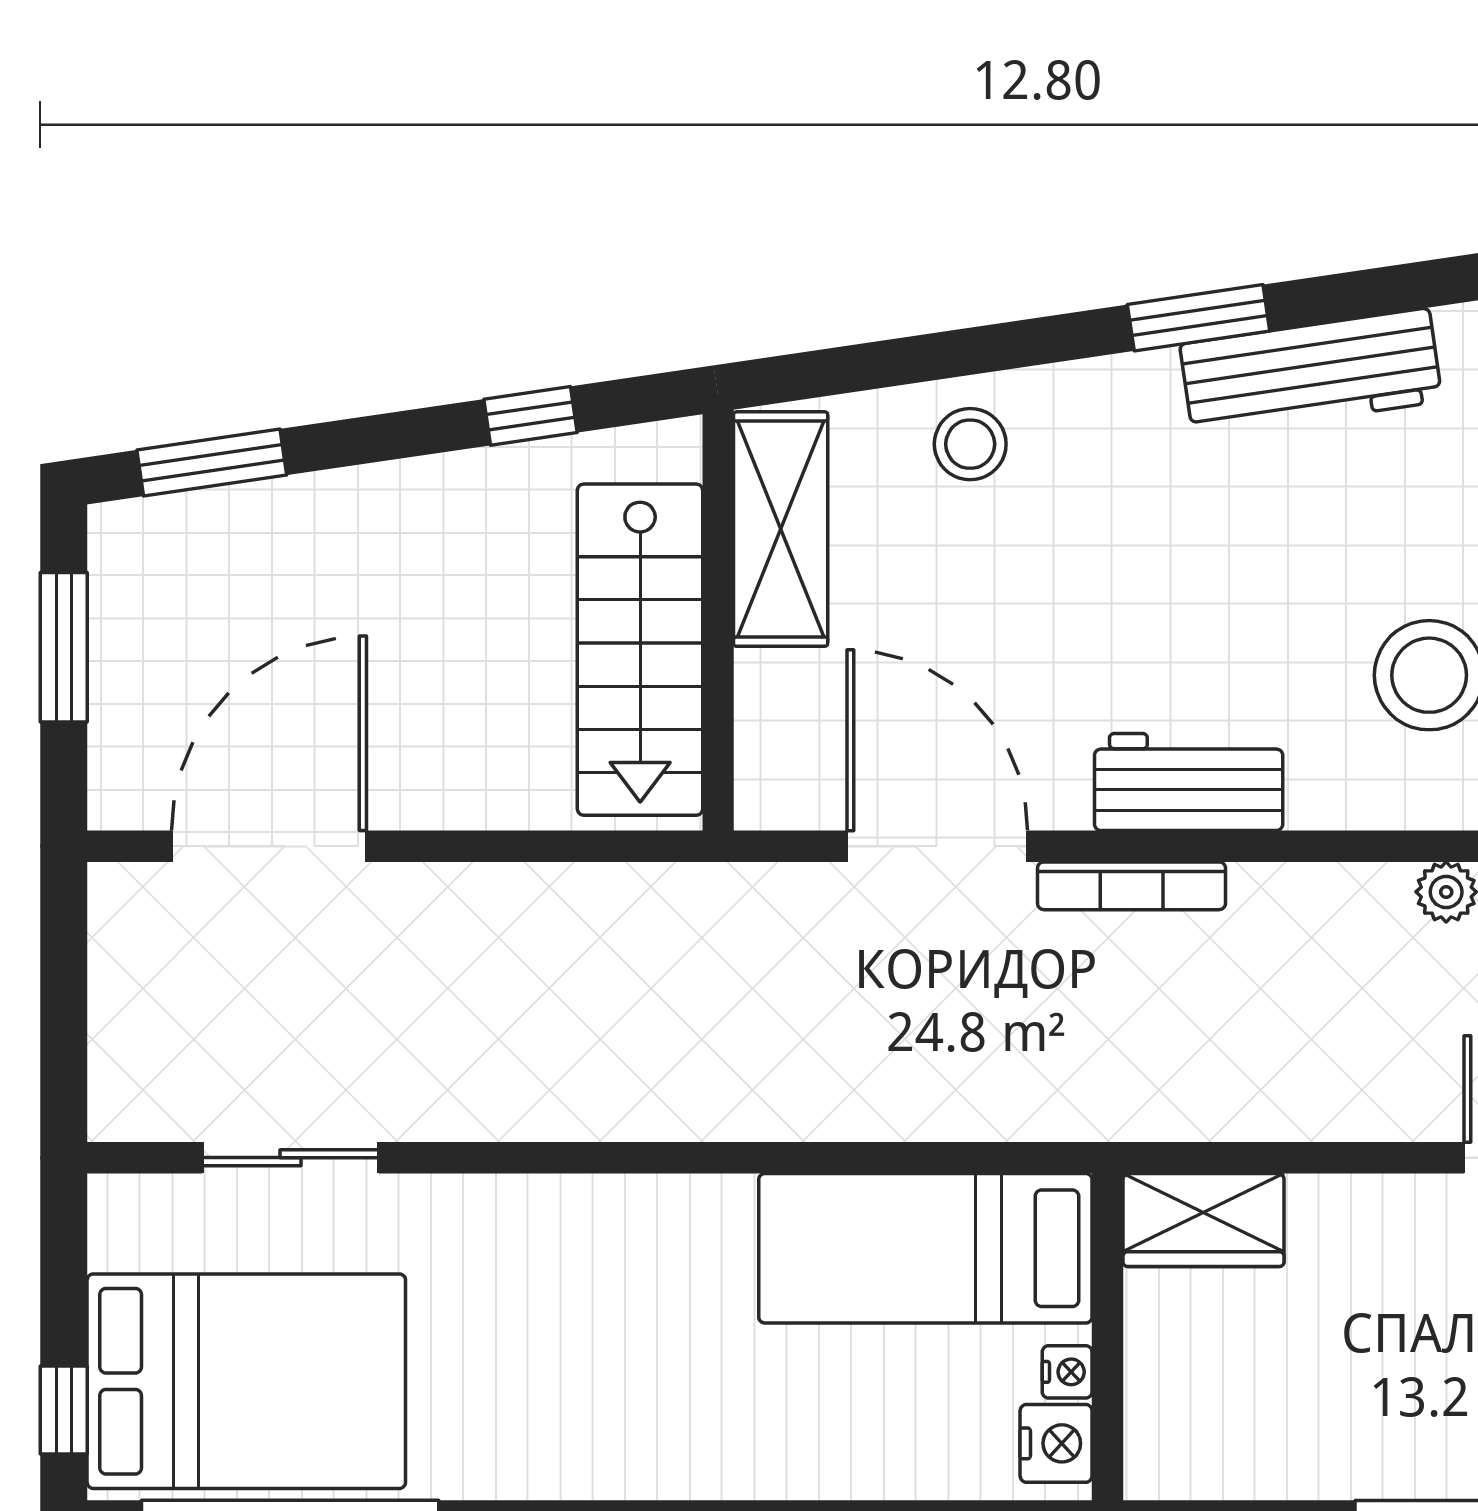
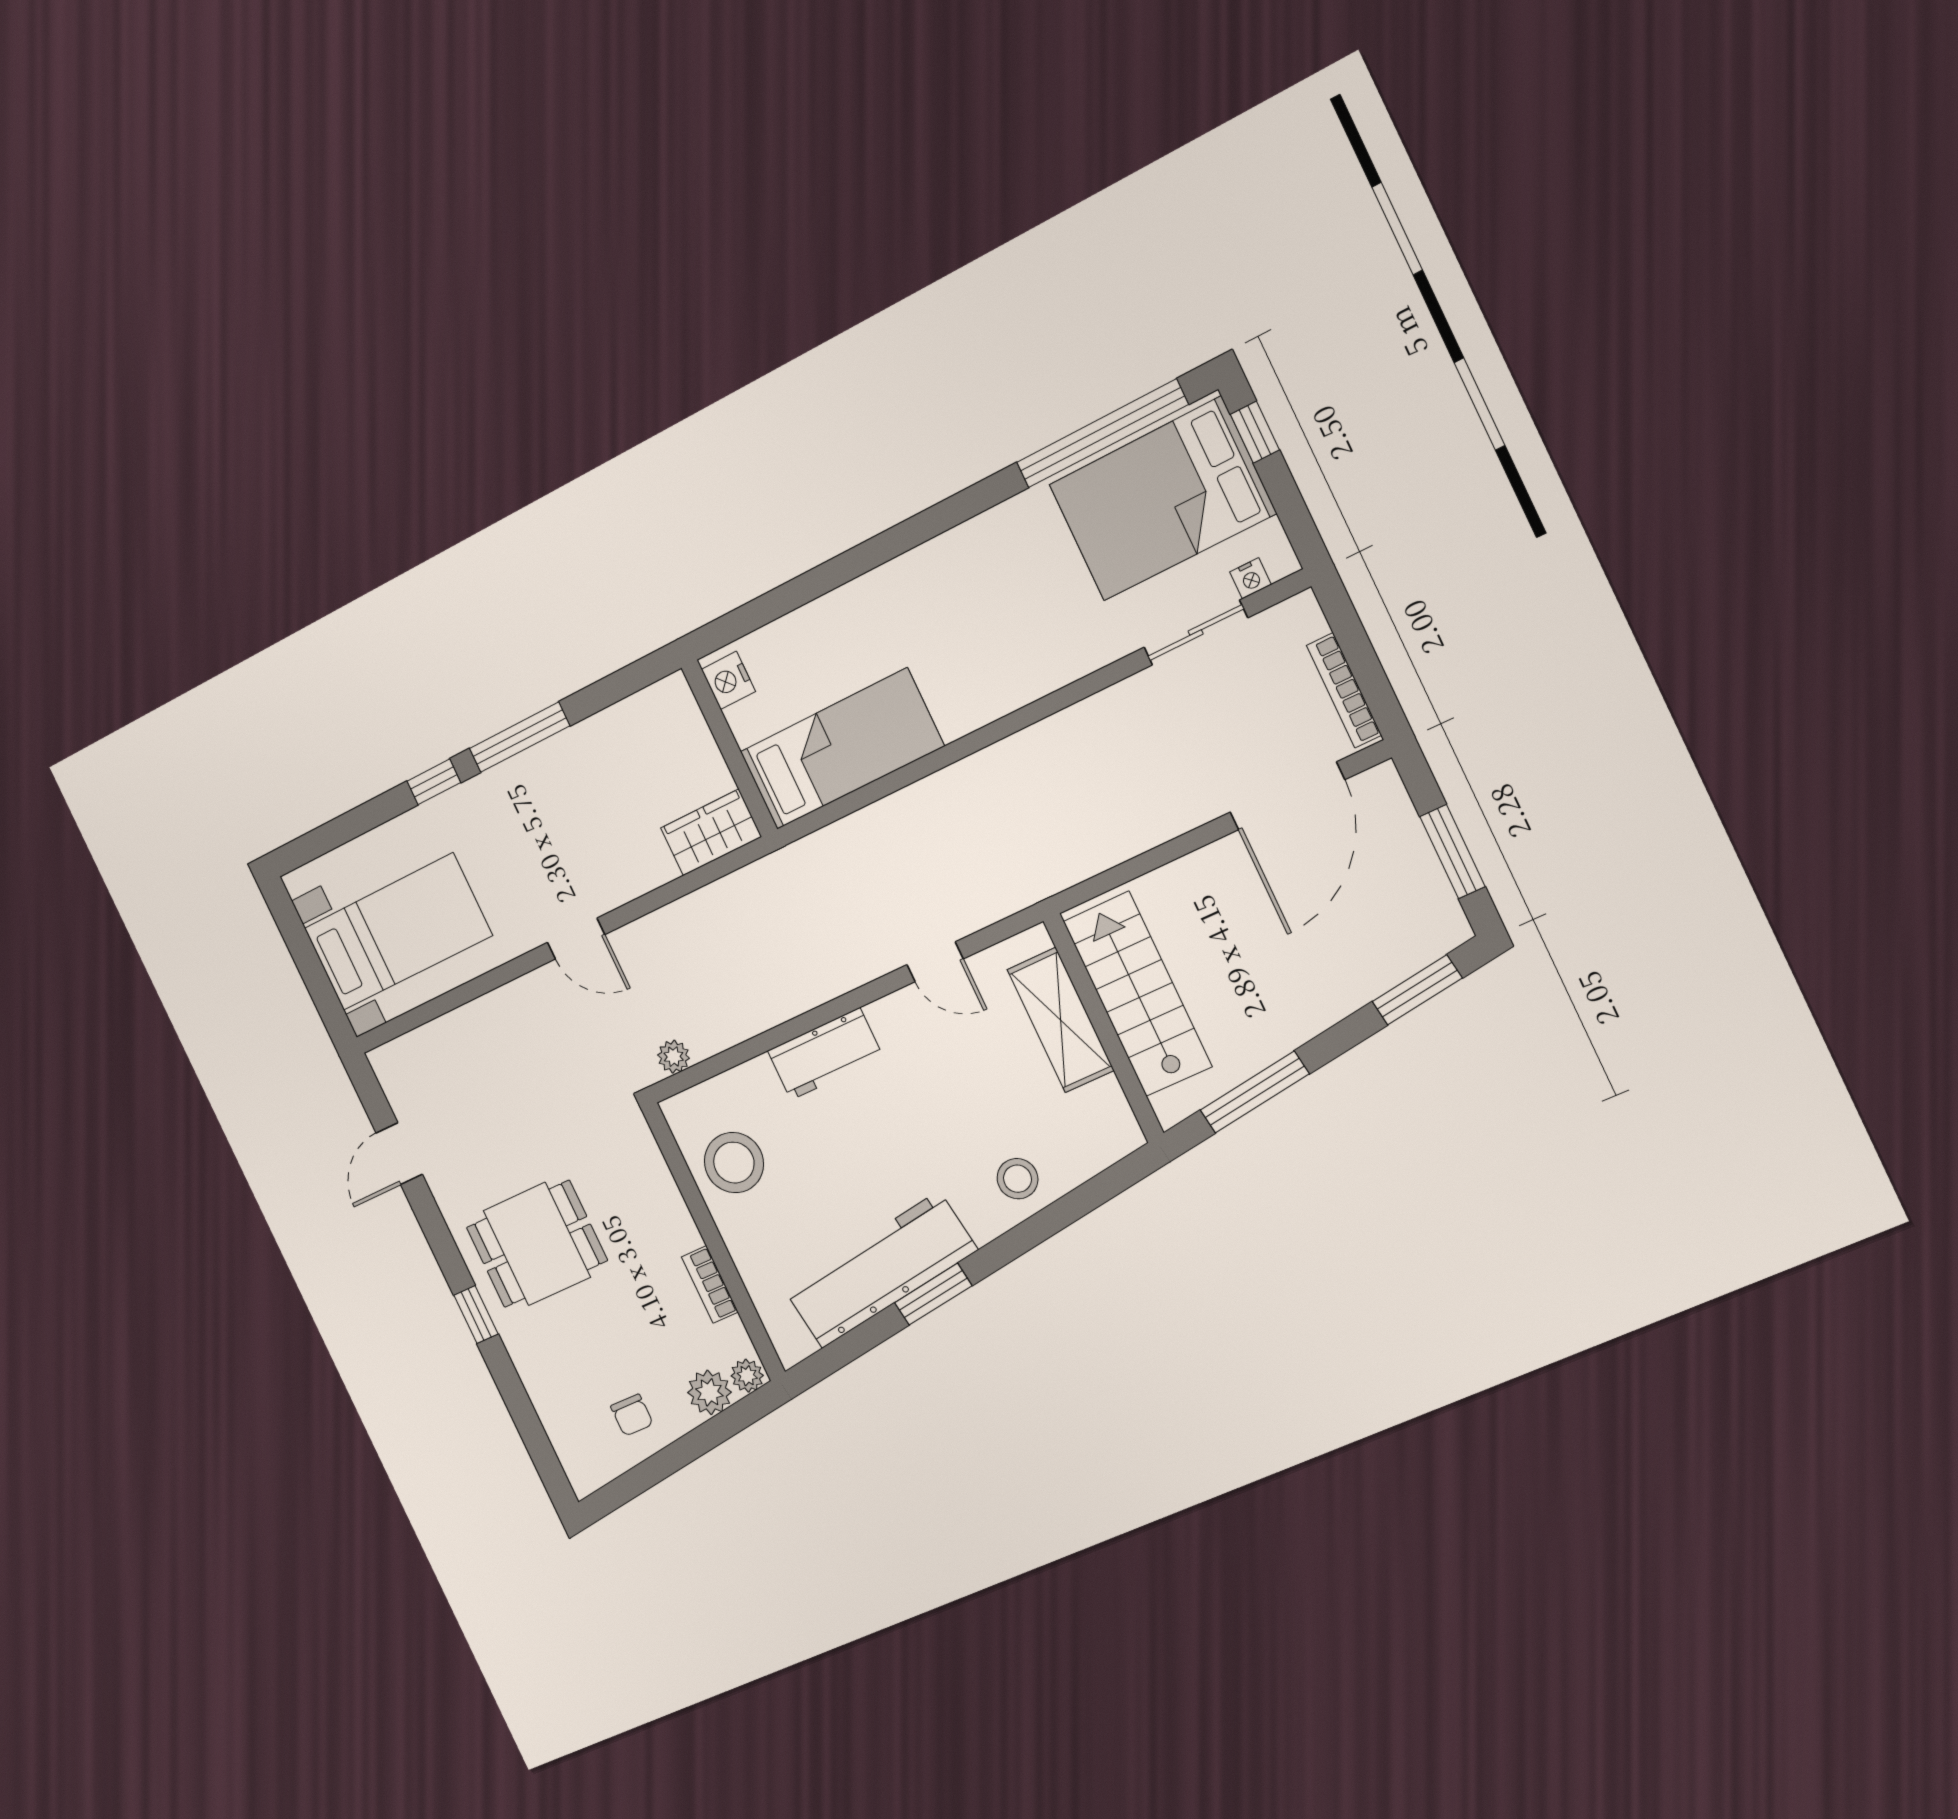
workbench: (1311, 373) -> (880, 1270), width x1.36, depth x1.32
window: (530, 416) -> (1255, 1092), width x2.17
shelving: (781, 529) -> (1061, 1020), moved
door: (937, 846) -> (935, 962), width x0.53
bookcase: (1132, 886) -> (1344, 690), moved, turned -90
nightstand: (1067, 1372) -> (1250, 578), moved, turned -90

